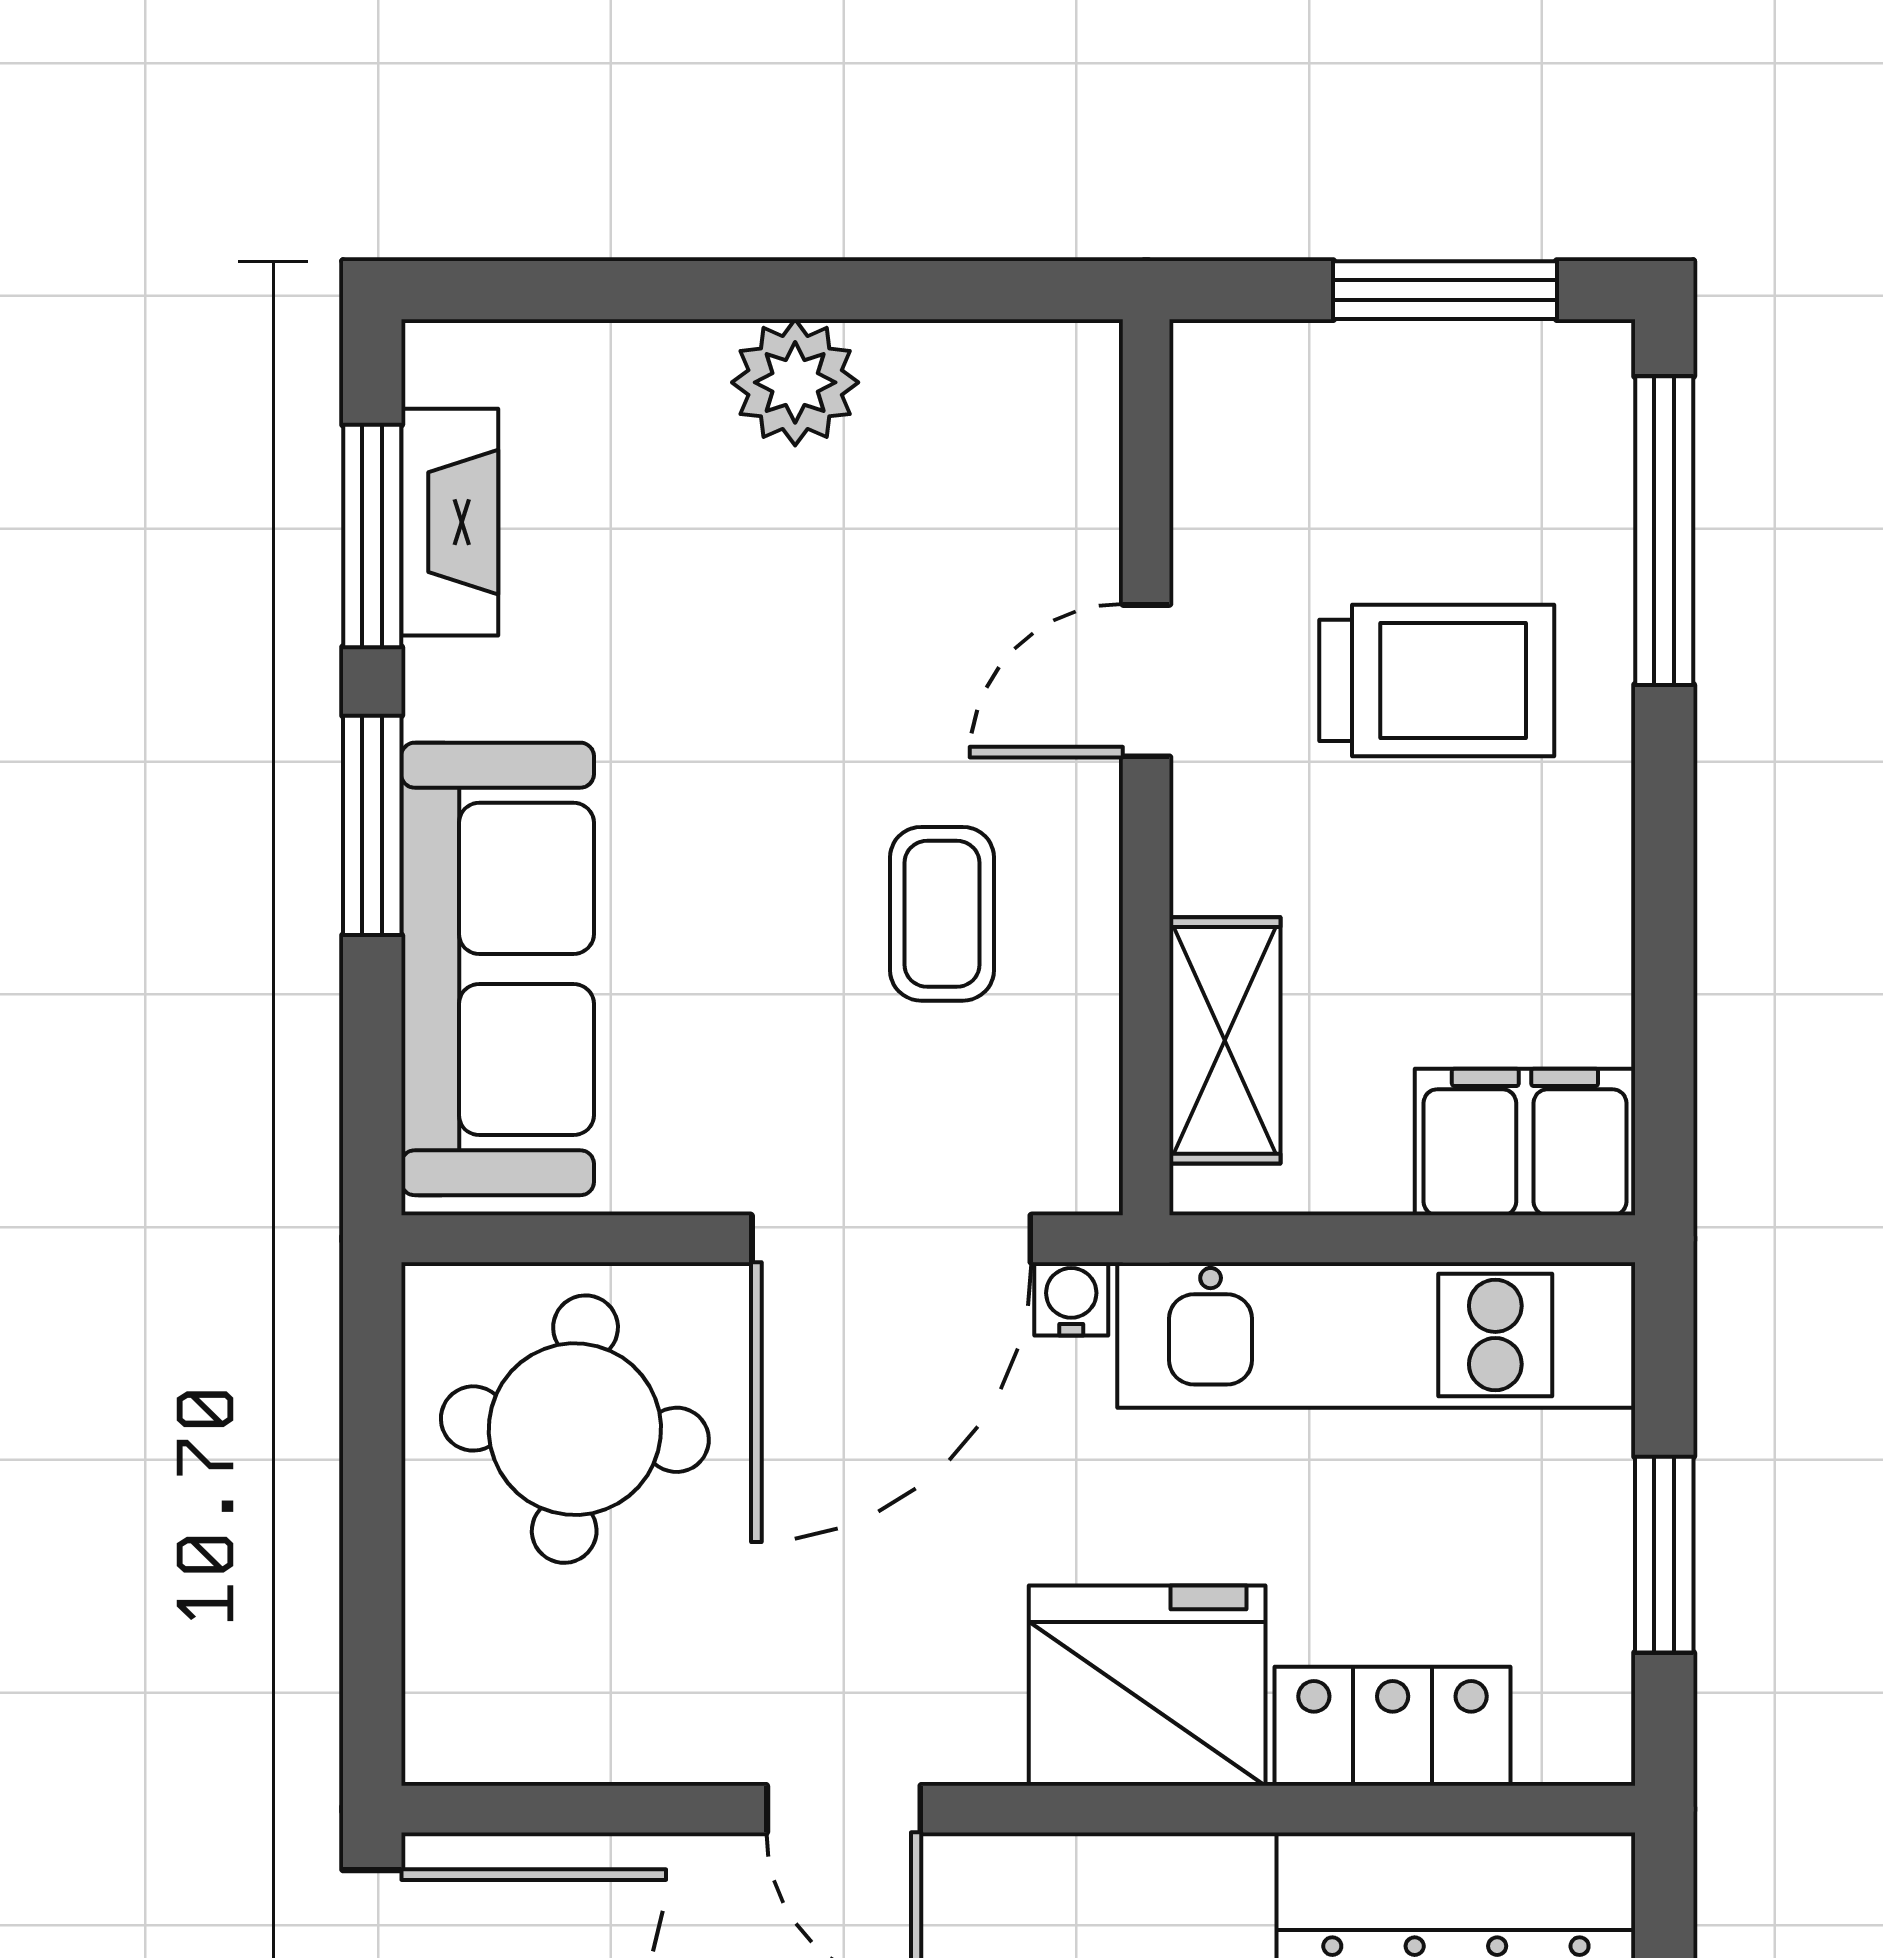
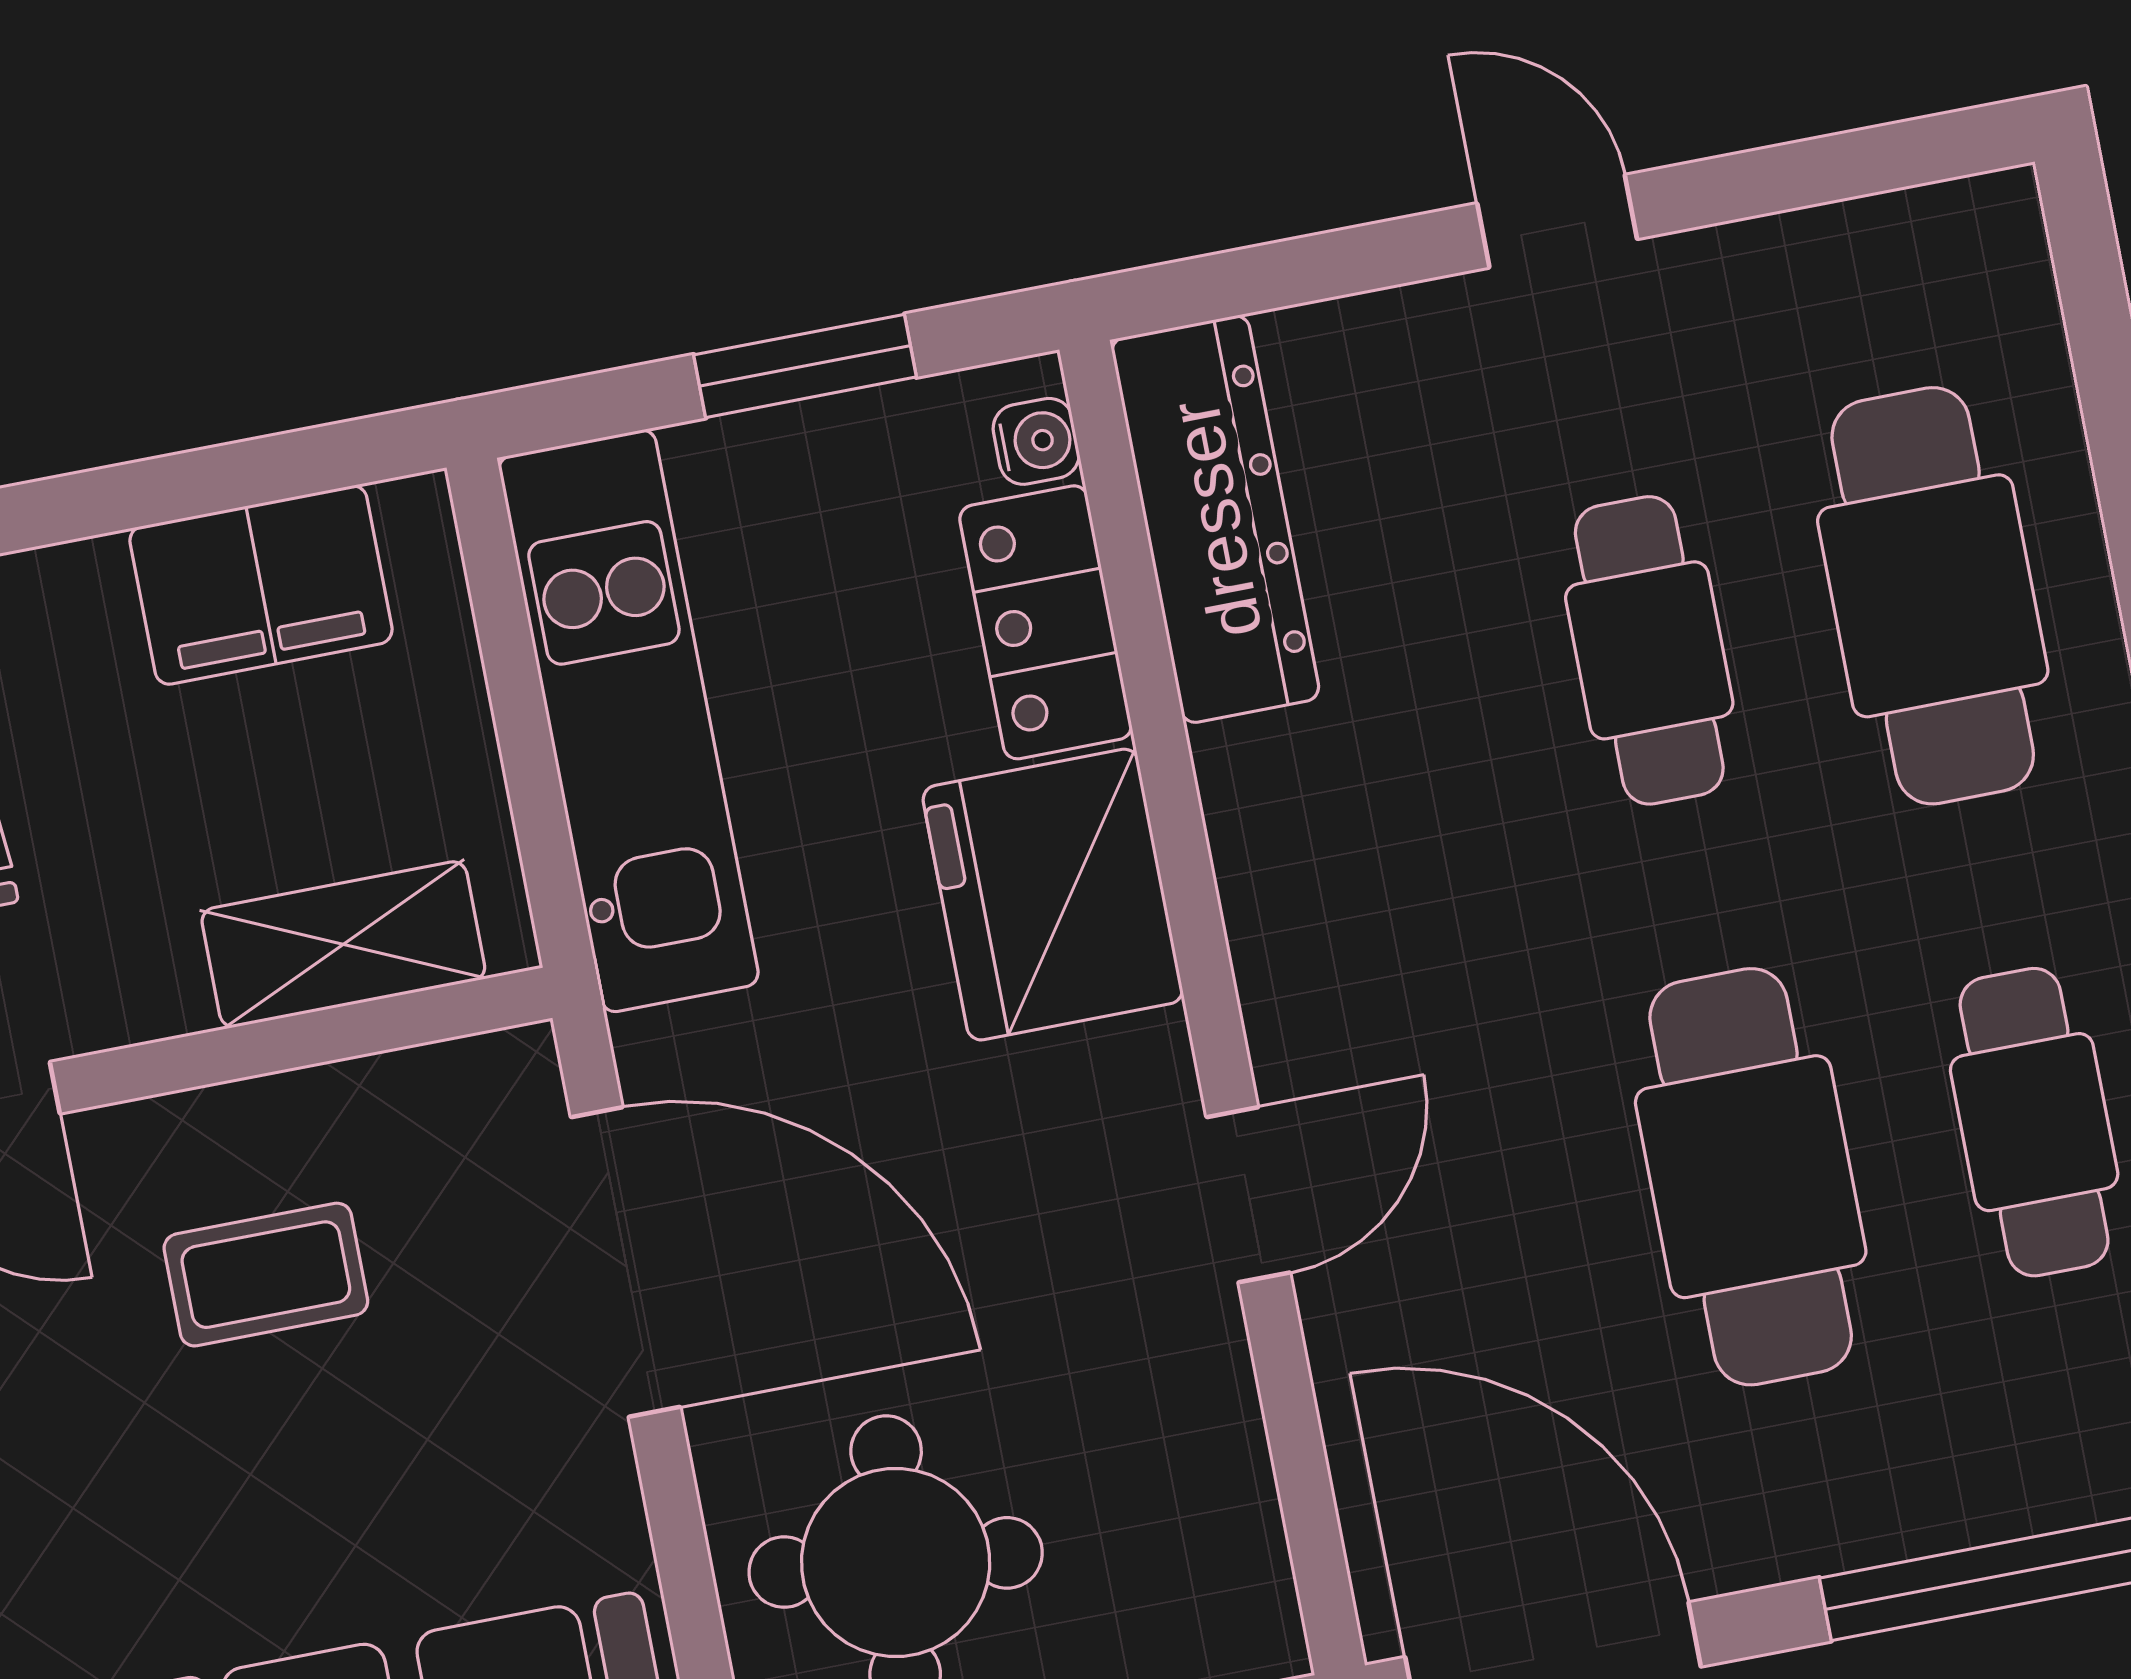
filing cabinet: (1525, 1142) -> (261, 585), moved, turned -90
water cooler: (1071, 1299) -> (1036, 441), moved, turned 180

